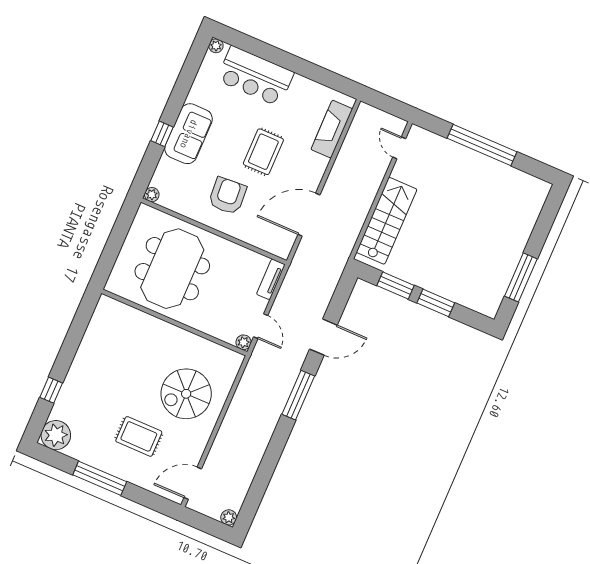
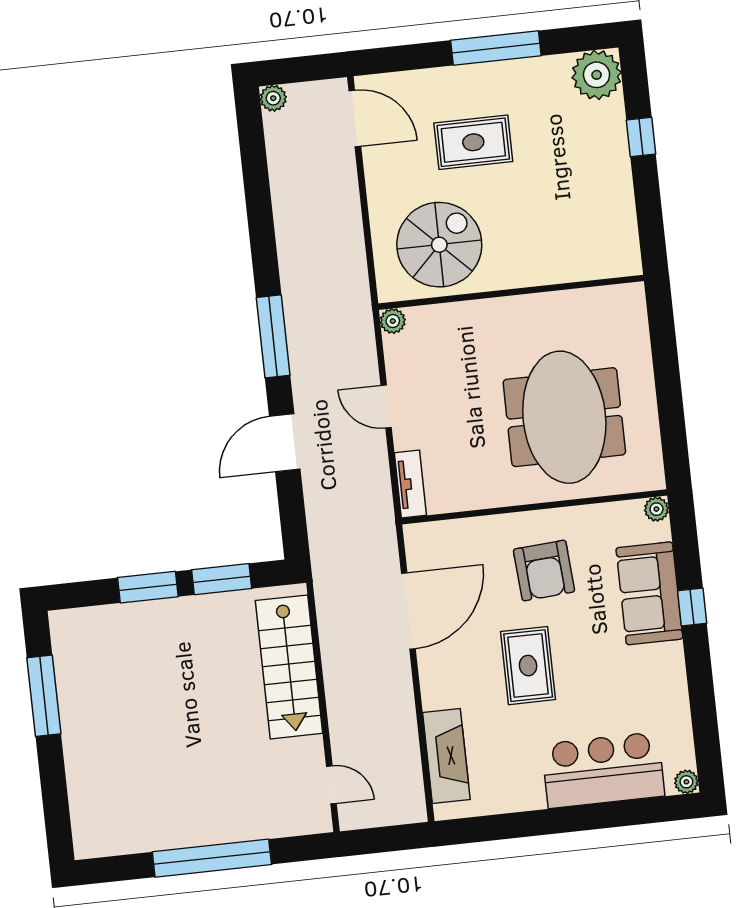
sofa: (189, 134) -> (649, 593), moved
wall: (174, 323) -> (511, 292), moved
plant: (244, 342) -> (393, 321), moved
door: (193, 483) -> (355, 118), hinge flipped

